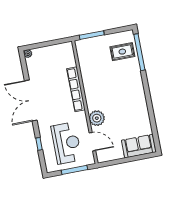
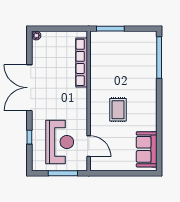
rug: (122, 52) -> (118, 110), moved, turned 90
row of seats: (76, 89) -> (82, 62), moved
plant: (97, 118) -> (98, 121), removed
sofa: (139, 146) -> (147, 149), moved, turned -90

